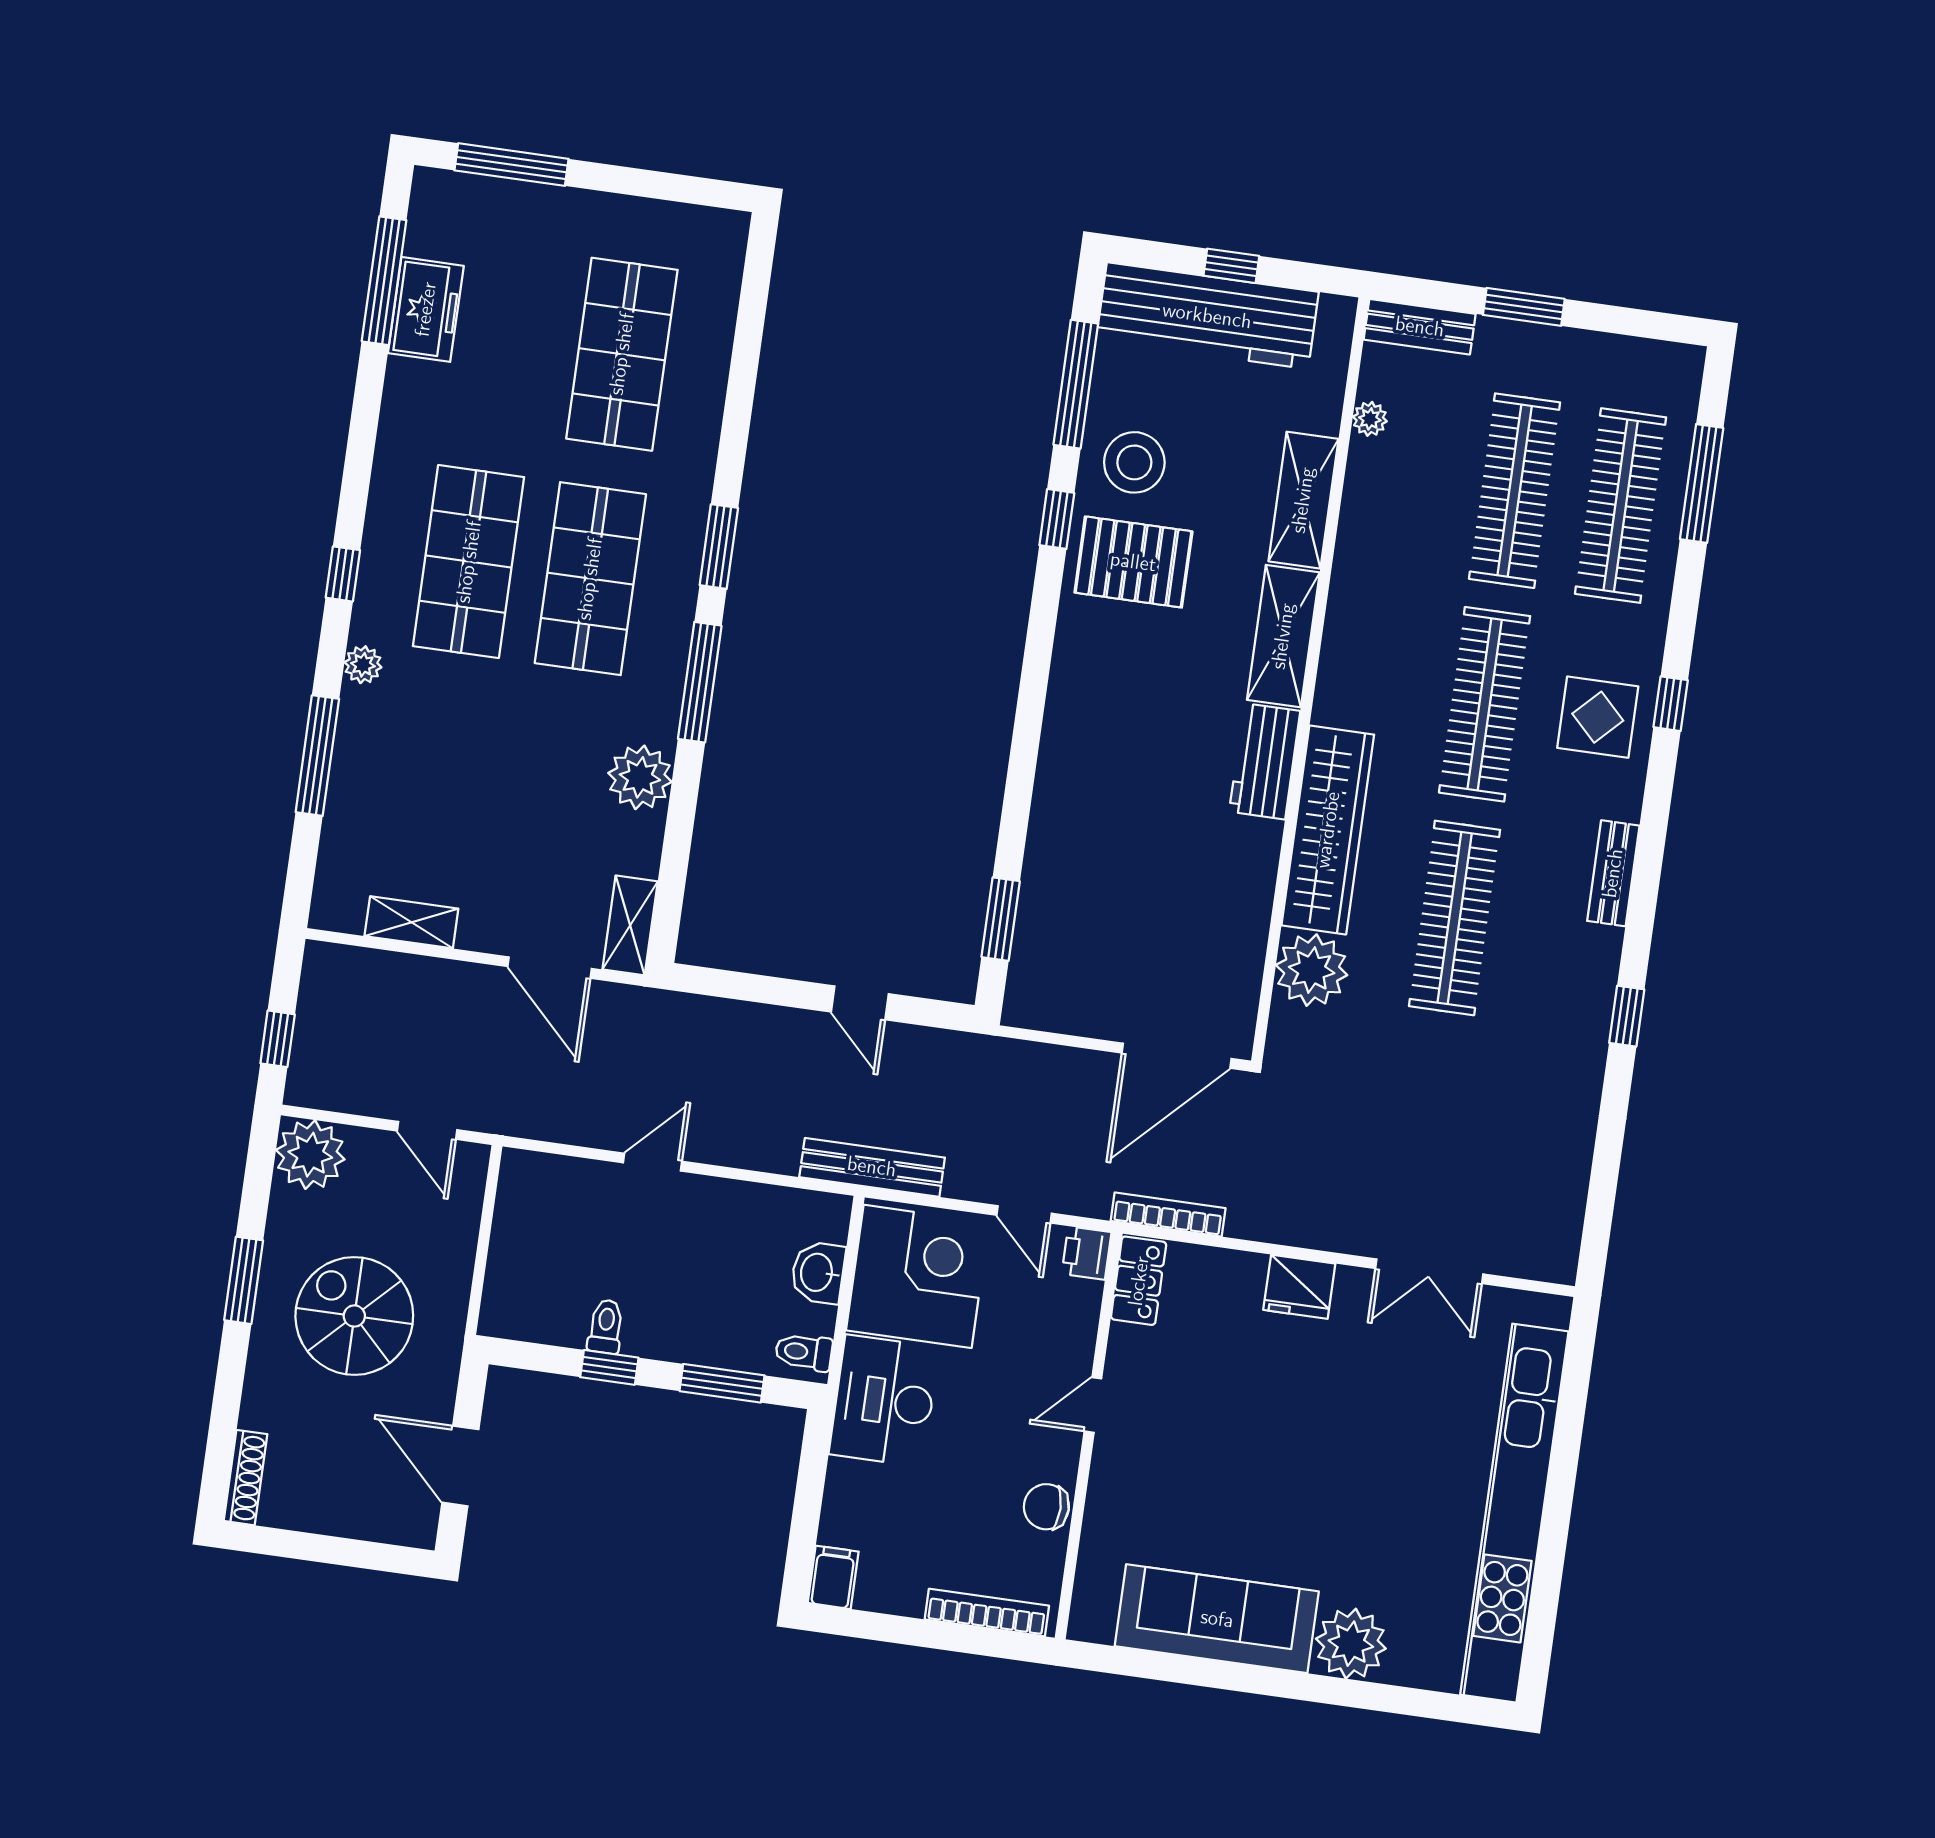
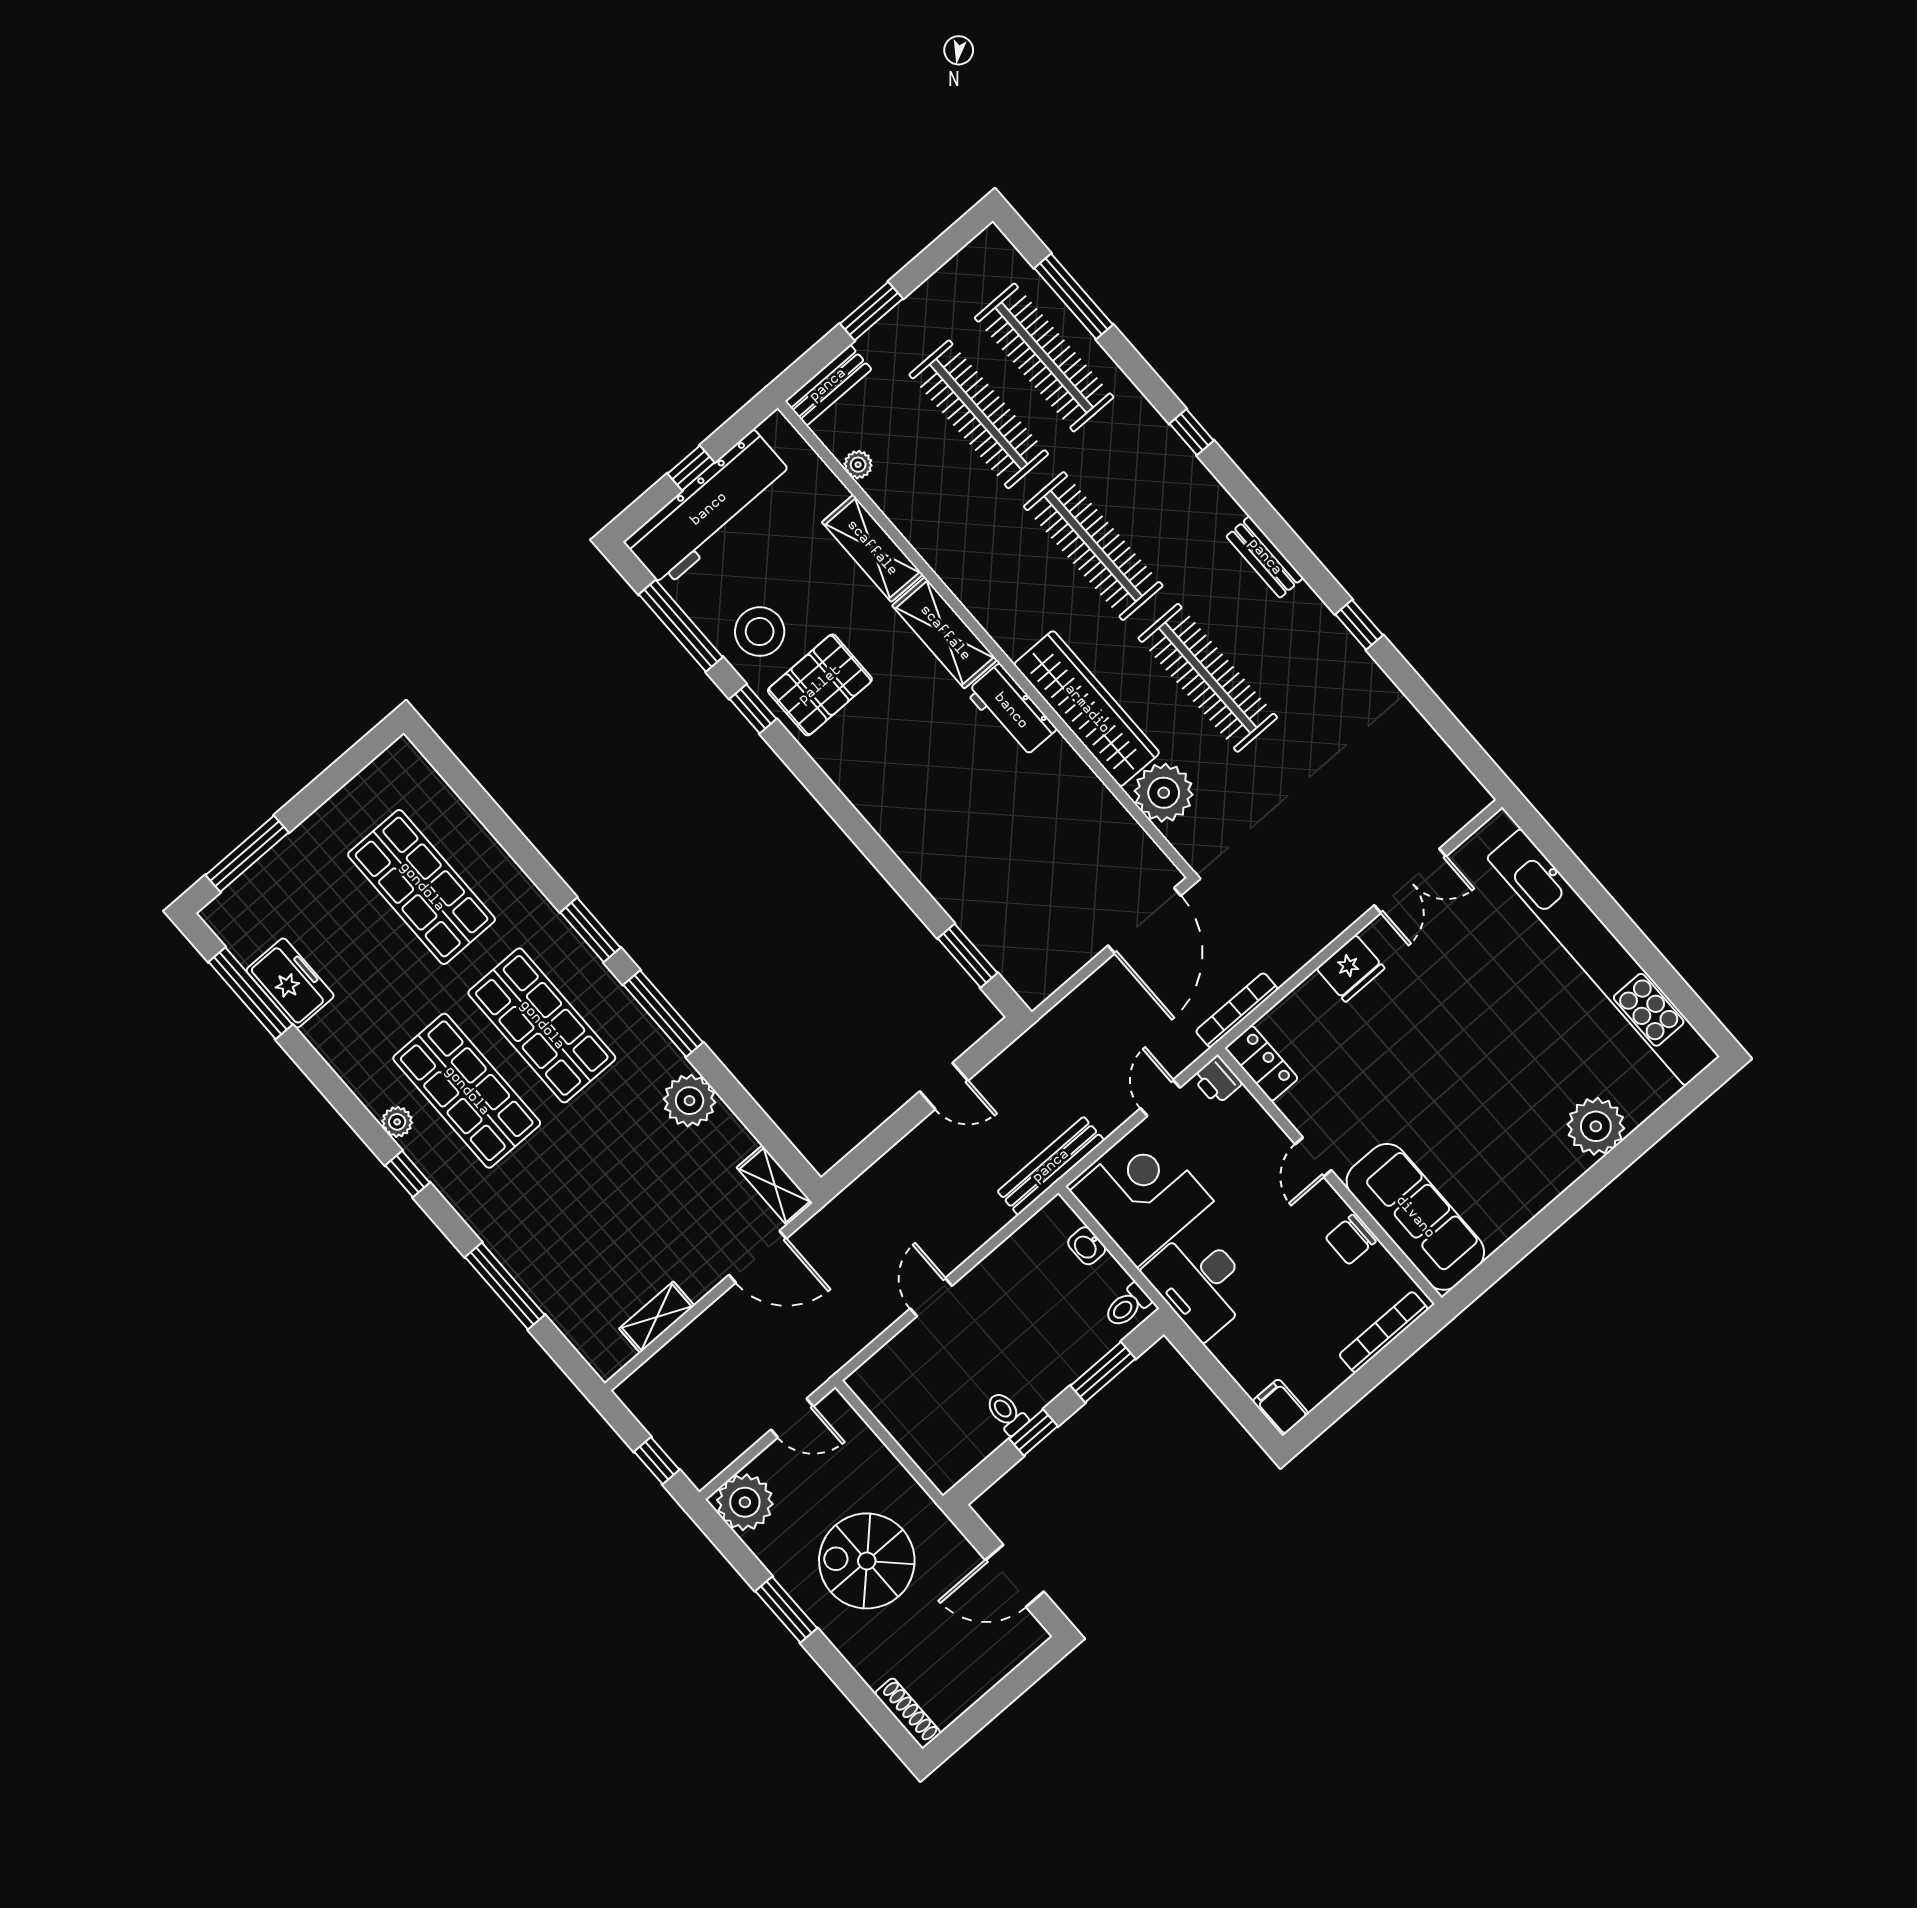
plant: (363, 665) -> (397, 1122), moved
display table: (1598, 717) -> (1161, 484), removed
door: (1024, 1214) -> (1160, 1098), swing flipped
washbasin: (818, 1273) -> (1087, 1246), width x0.72, depth x0.69
sofa: (1217, 1619) -> (1415, 1217), moved, turned 90

